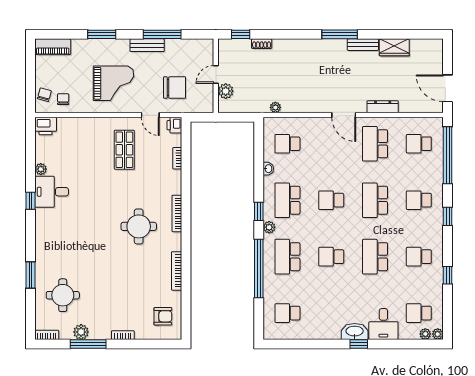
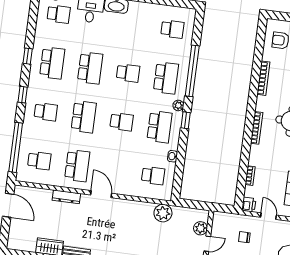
chair: (175, 88) -> (244, 237), width x0.54, depth x0.54
plant: (275, 107) -> (163, 213), width x1.88, depth x1.88
school desk: (419, 257) -> (52, 63), width x1.85
window: (448, 275) -> (28, 56), moved

